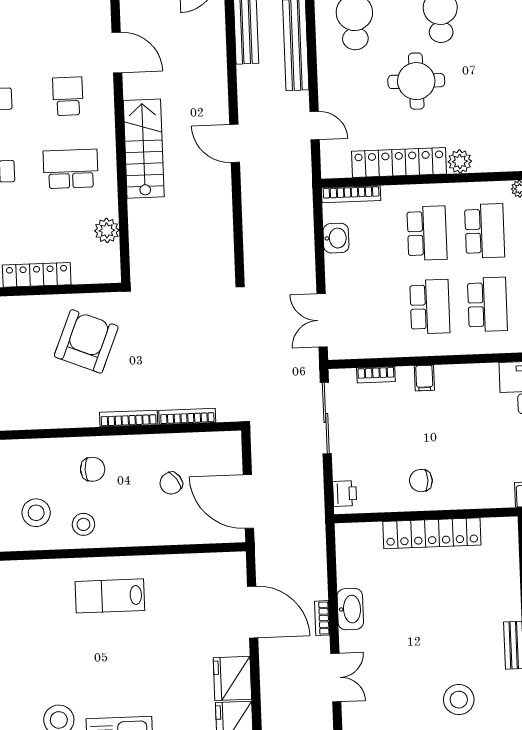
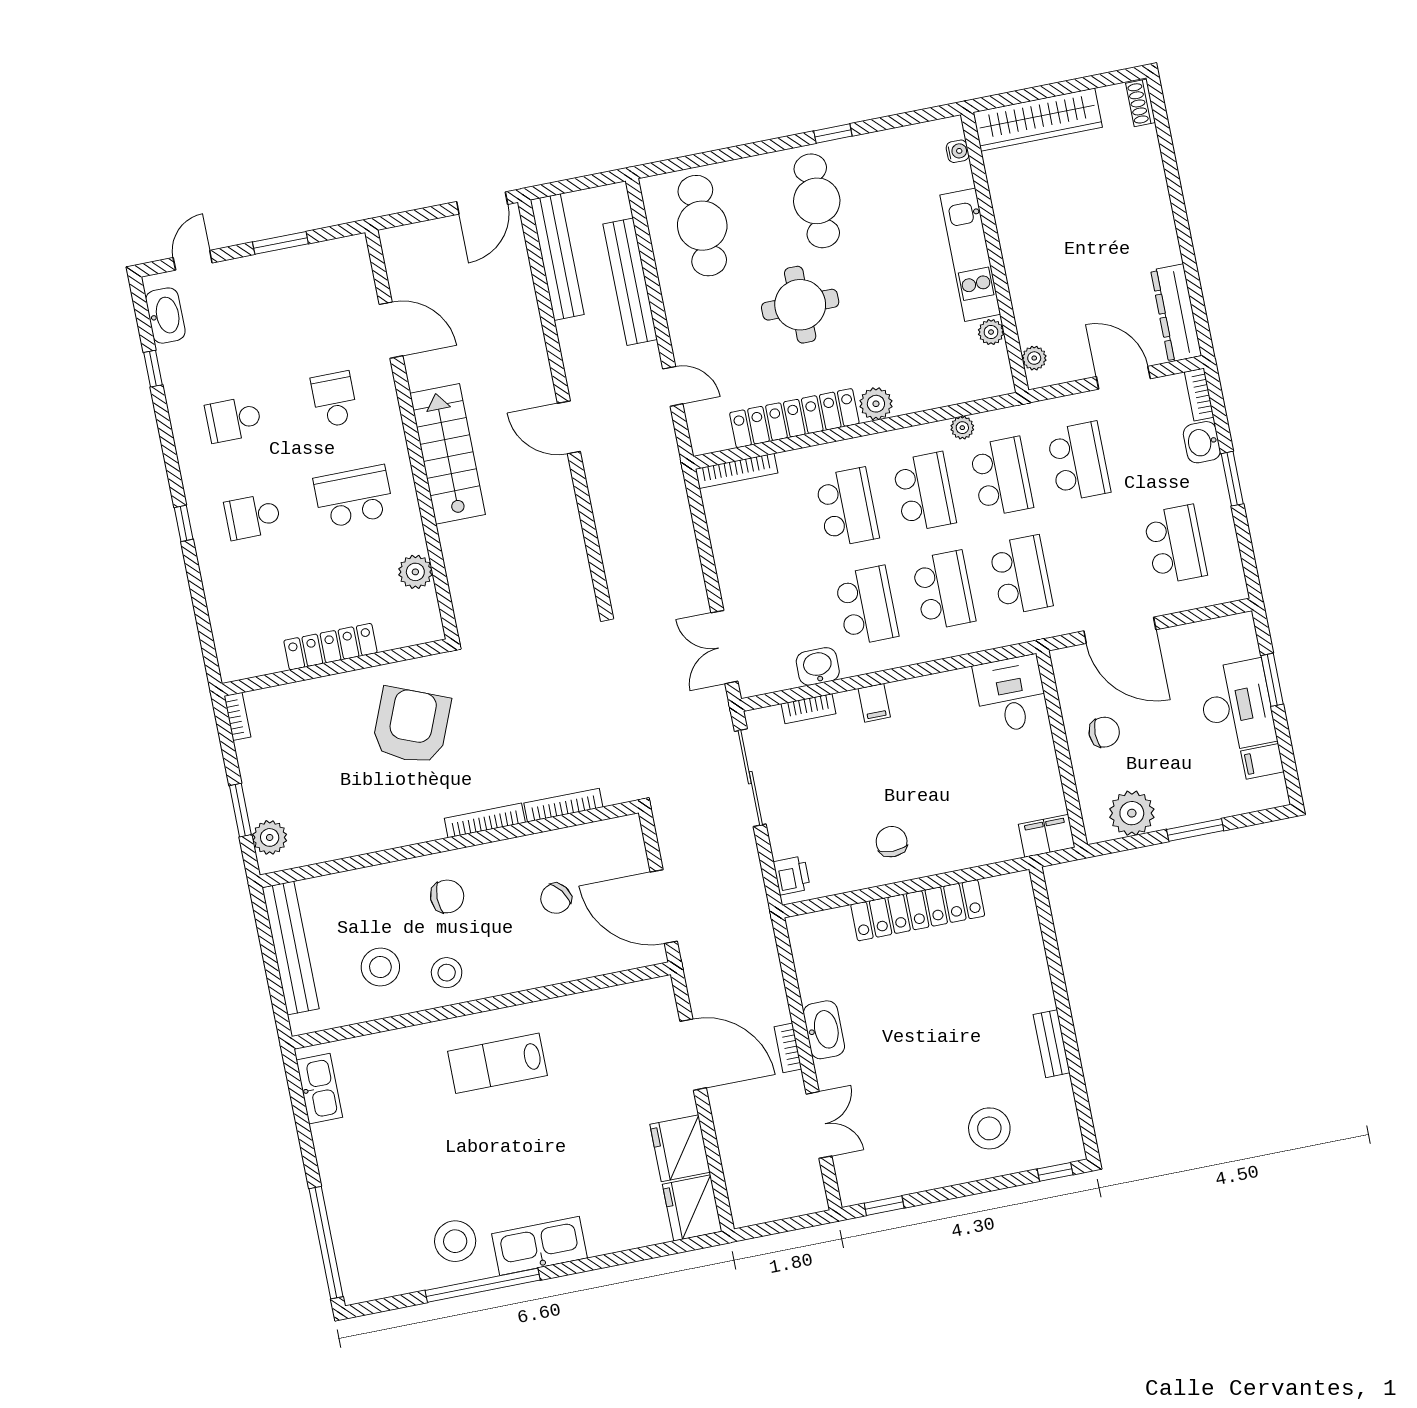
washbasin: (336, 238) -> (818, 666), moved, turned -90
chair: (421, 481) -> (892, 842), turned 90

